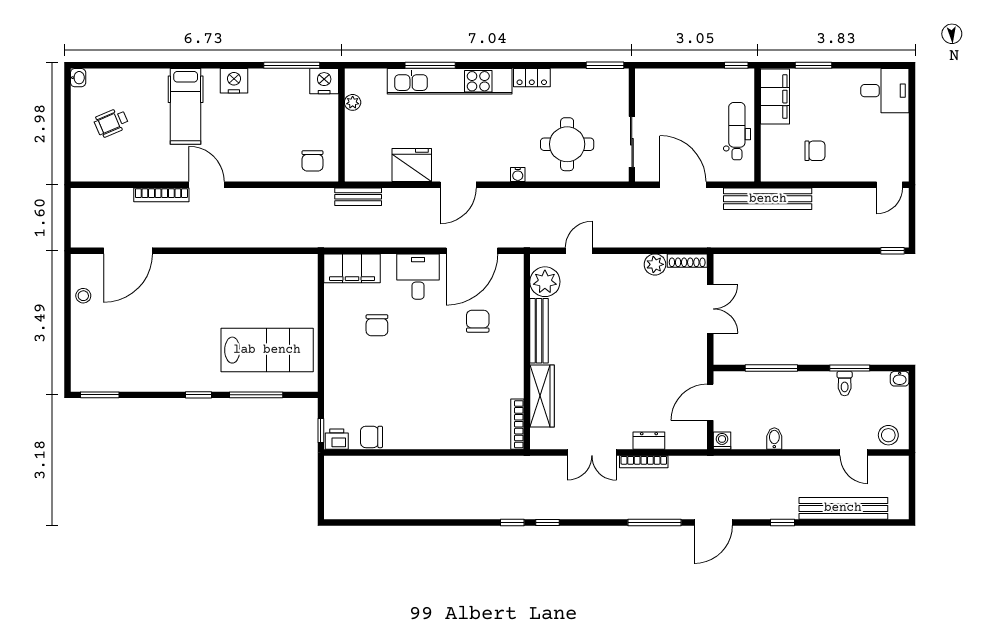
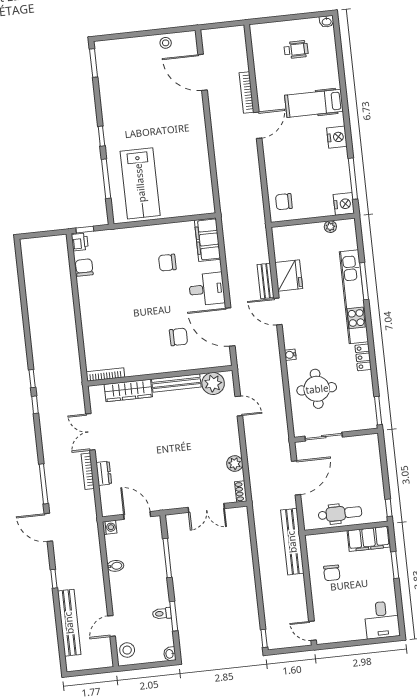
wheelchair: (111, 122) -> (296, 50), turned 113
bench: (358, 197) -> (266, 281), moved
shoe rack: (687, 261) -> (241, 492), width x0.70

